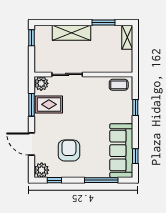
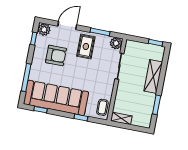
shelving: (127, 37) -> (121, 118), moved
rug: (49, 104) -> (86, 46), moved
sofa: (121, 151) -> (56, 98), width x1.36, depth x1.27

